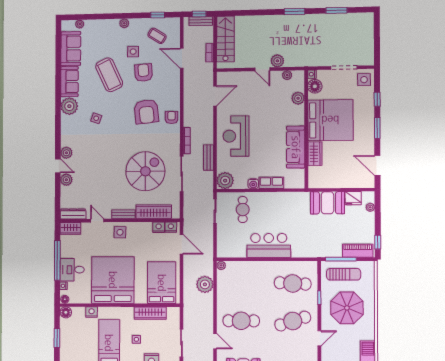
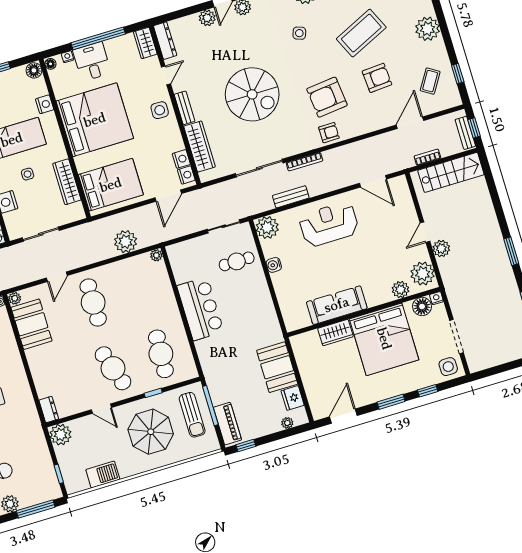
plant: (124, 23) -> (428, 29), width x1.88, depth x1.88
side table: (133, 52) -> (401, 56), removed
plant: (287, 75) -> (423, 274), width x1.88, depth x1.88
spiral stairs: (145, 171) -> (252, 94), moved
row of seats: (271, 183) -> (282, 288), removed

